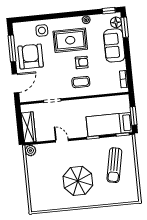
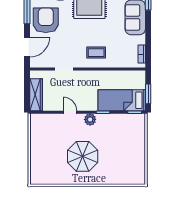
armchair: (82, 62) -> (99, 32), removed
plant: (30, 151) -> (90, 119), moved
sun lounger: (114, 165) -> (123, 144), removed

